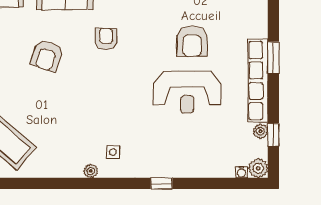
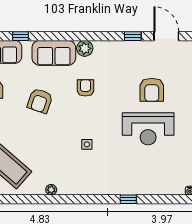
side table: (113, 152) -> (87, 144), moved
plant: (91, 171) -> (51, 190), moved

